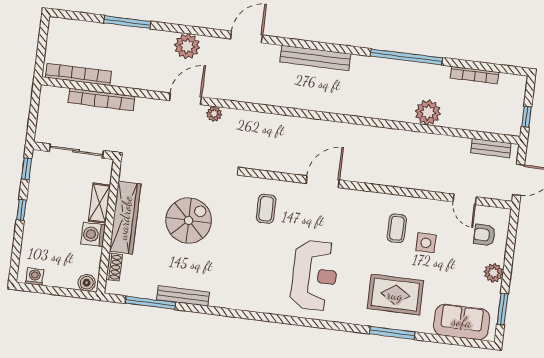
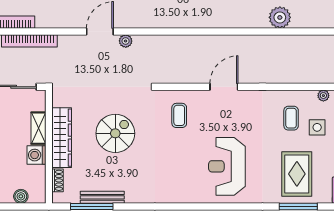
plant: (428, 112) -> (280, 17), moved
plant: (438, 207) -> (323, 96), added
reception desk: (315, 275) -> (227, 166), turned 180
boiler: (87, 283) -> (21, 196), moved
rug: (395, 295) -> (297, 174), turned 90
bench: (183, 296) -> (102, 197), moved

